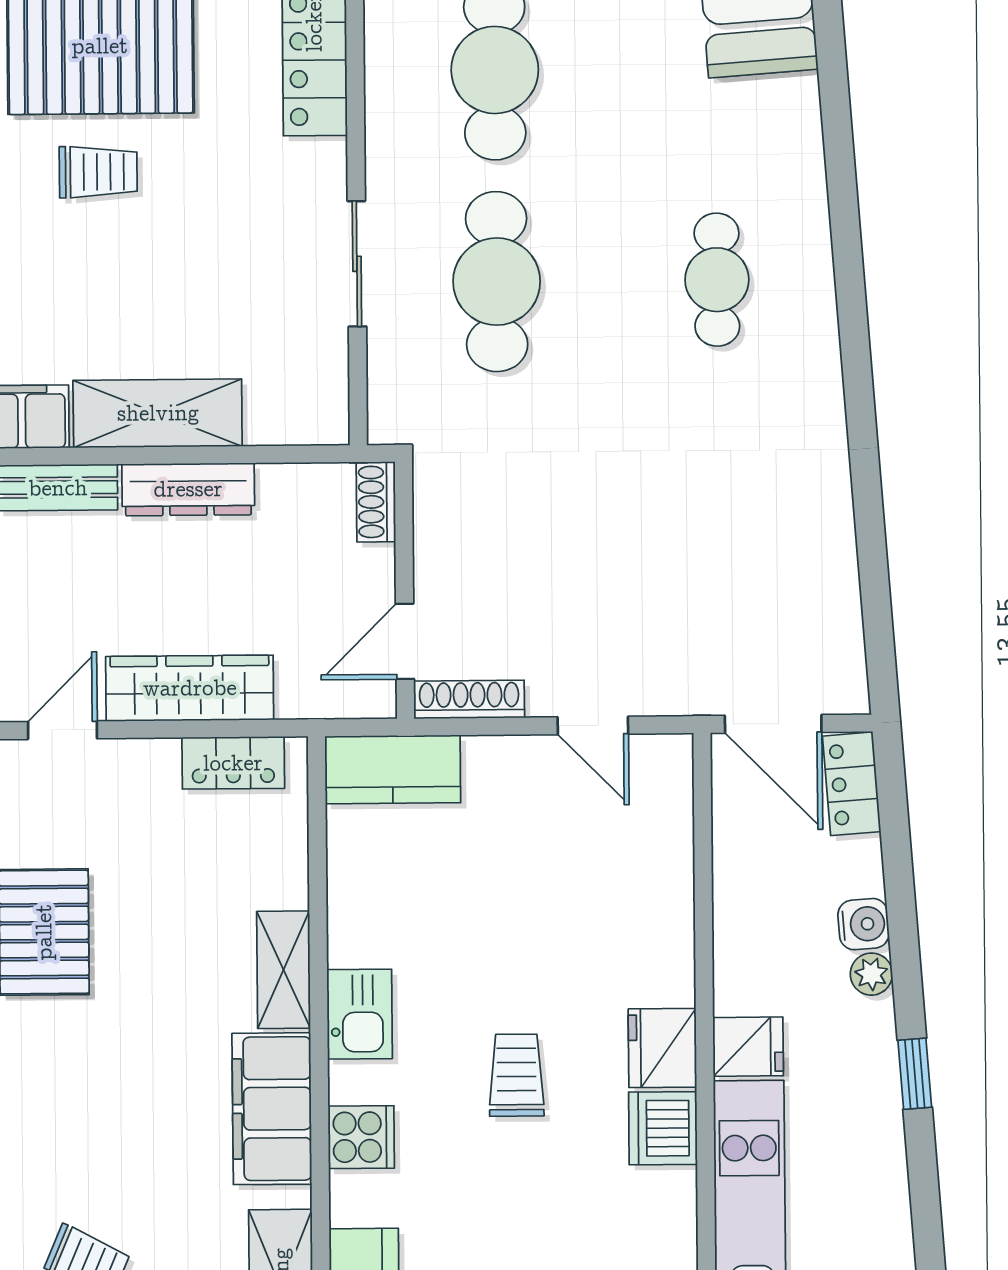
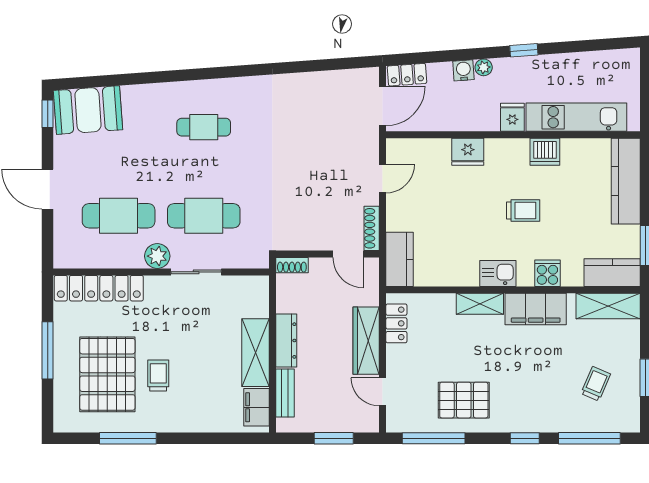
plant: (396, 167) -> (157, 256), added
fridge: (662, 1048) -> (468, 152), moved
trolley: (517, 1075) -> (523, 211), turned 180

